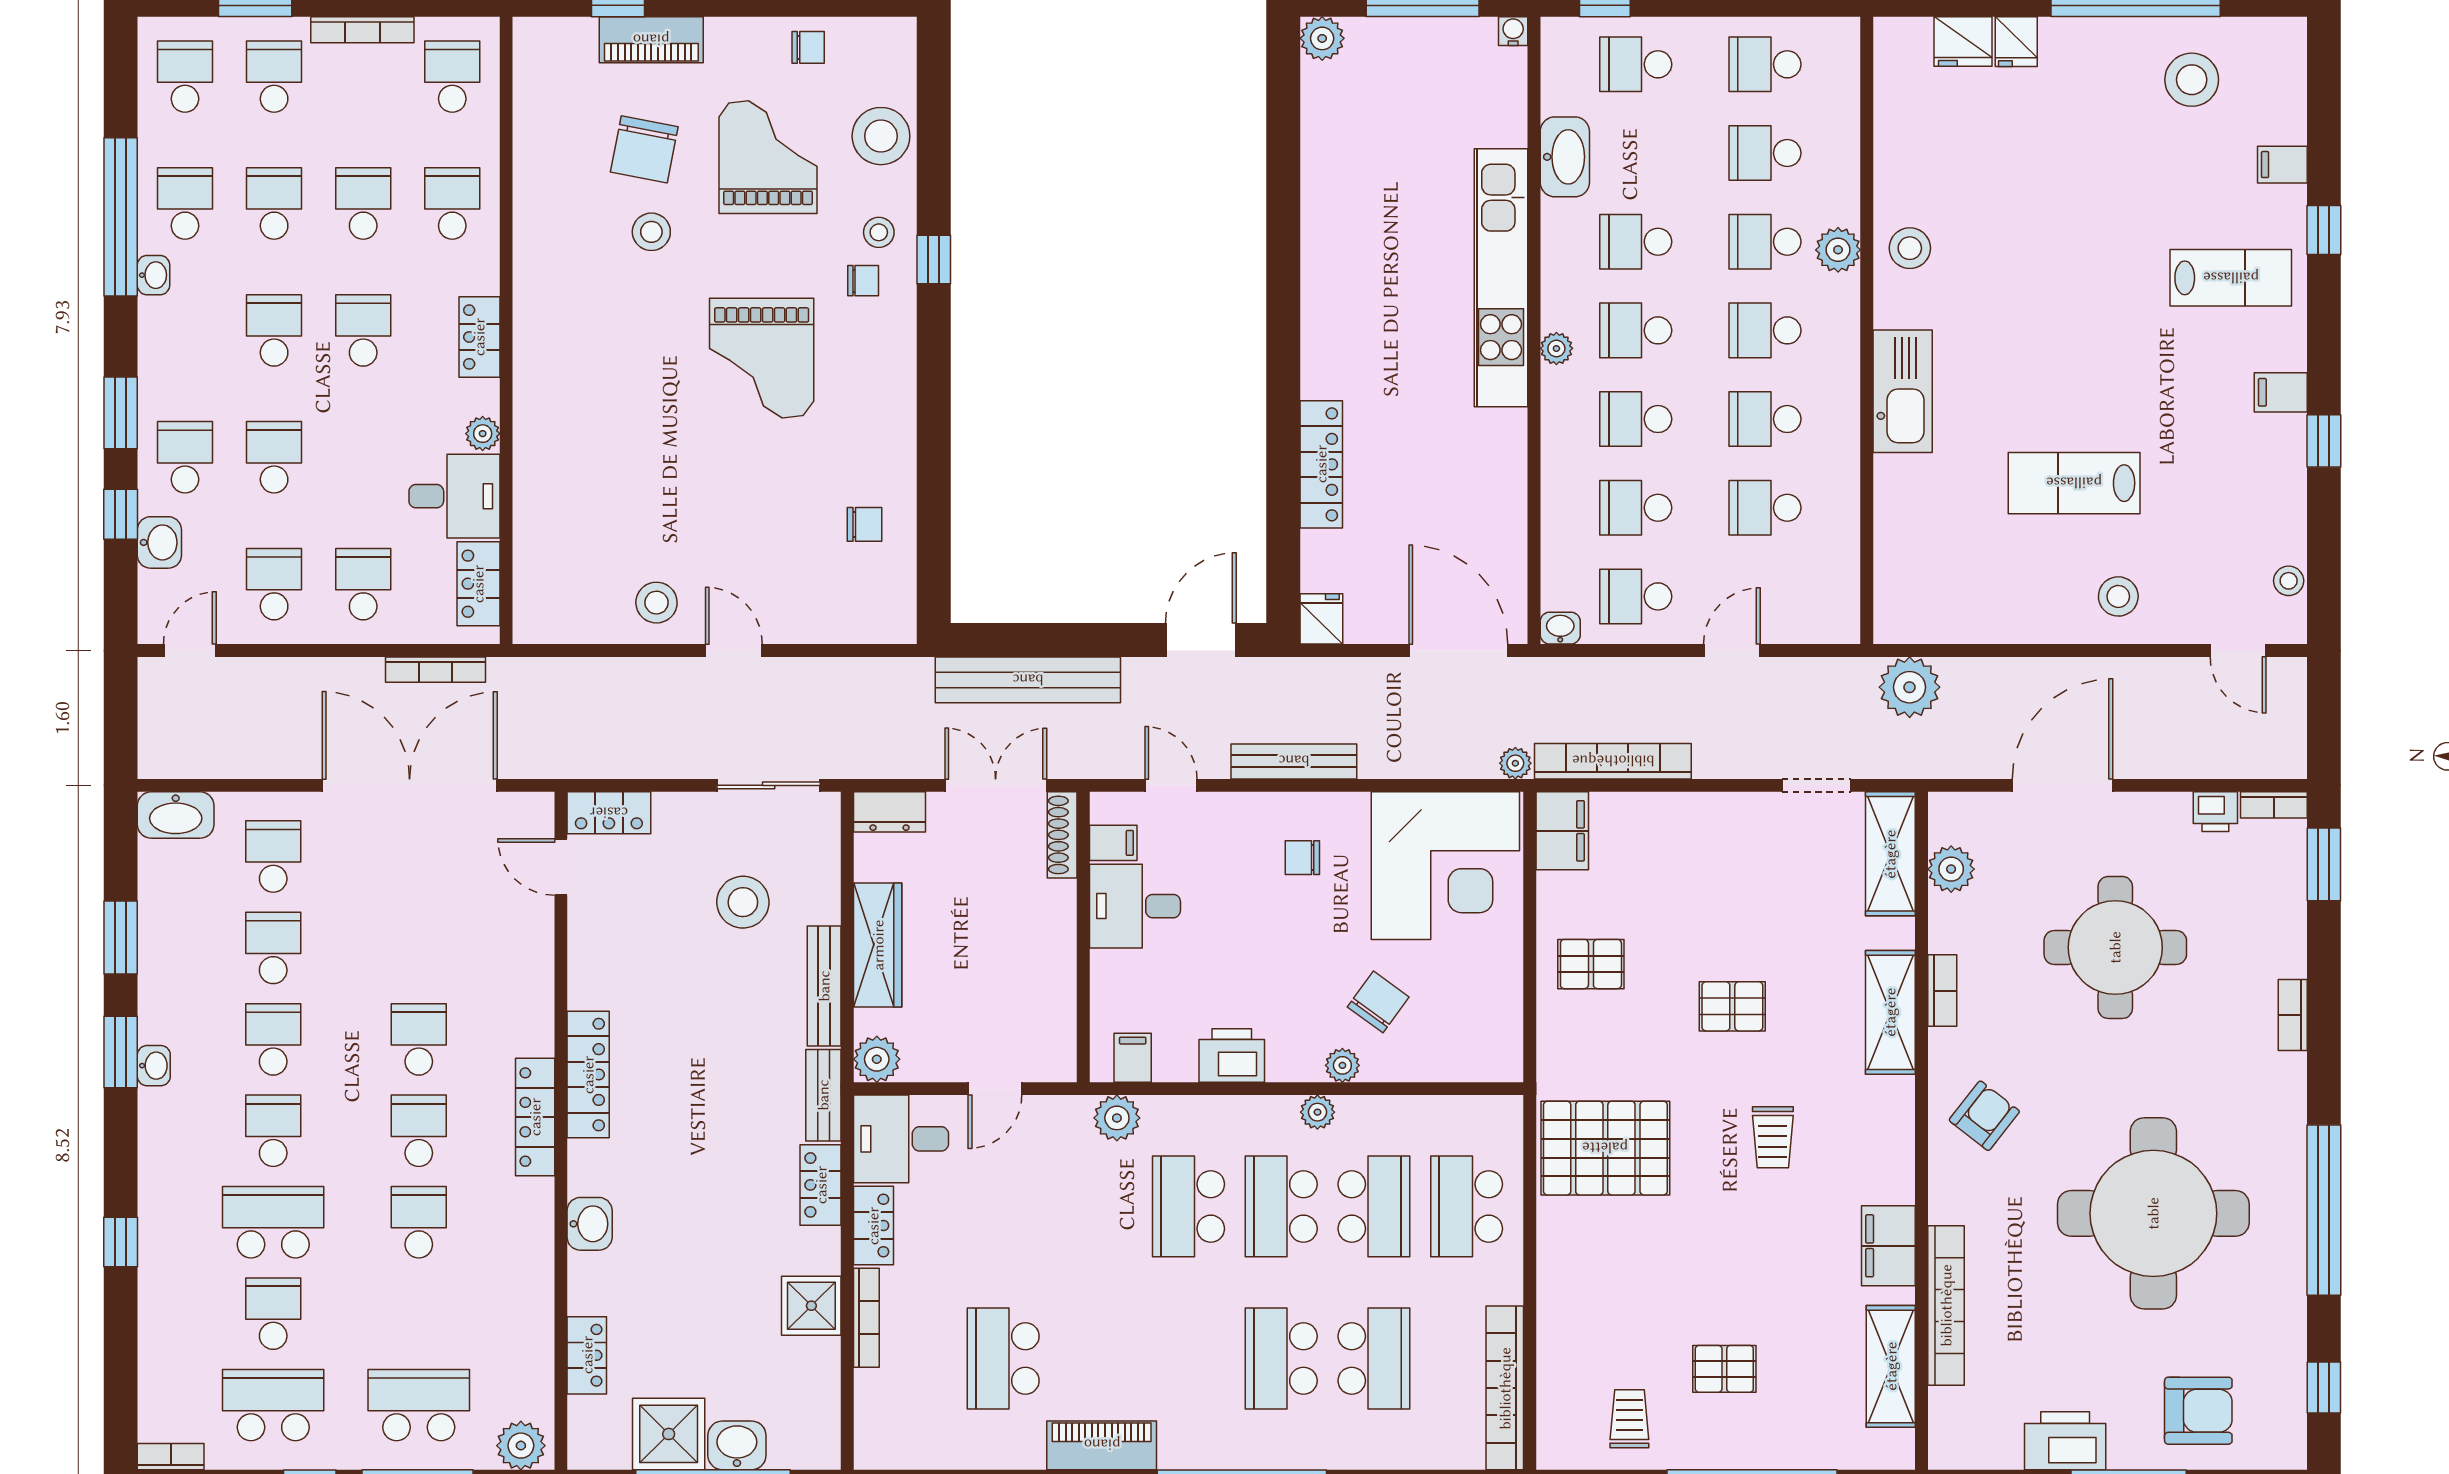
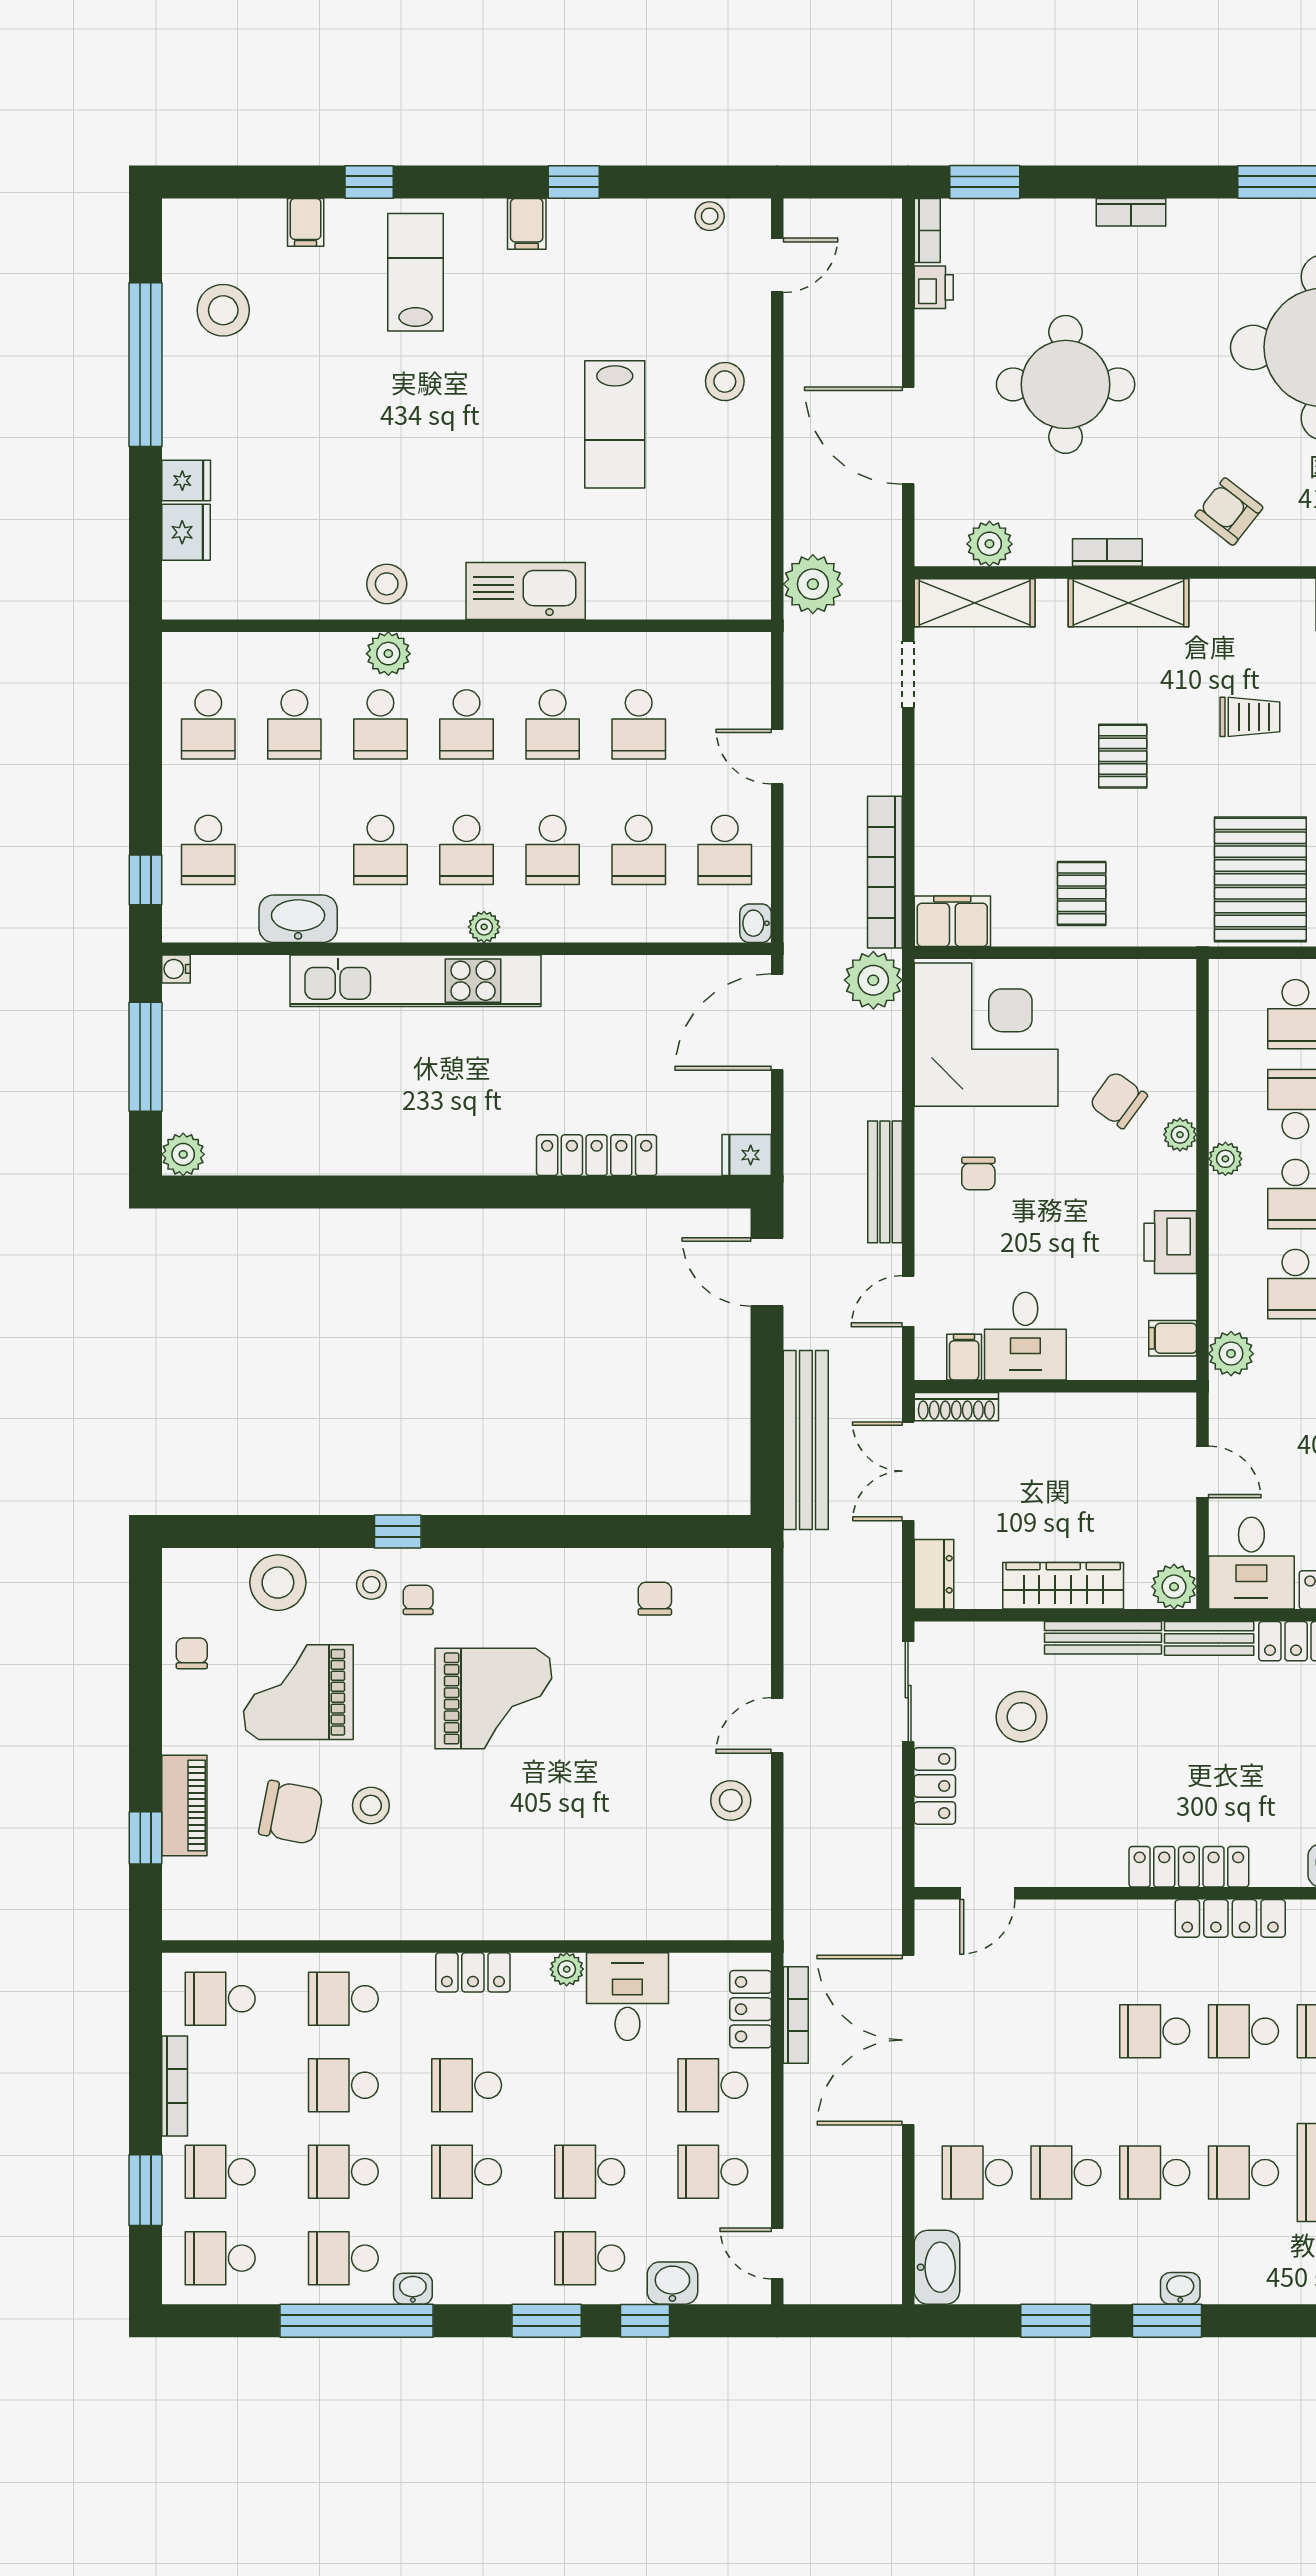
locker: (478, 584) -> (751, 2009), moved, turned 90
plant: (1515, 763) -> (873, 980), width x1.88, depth x1.88
locker: (609, 813) -> (935, 1786), moved

